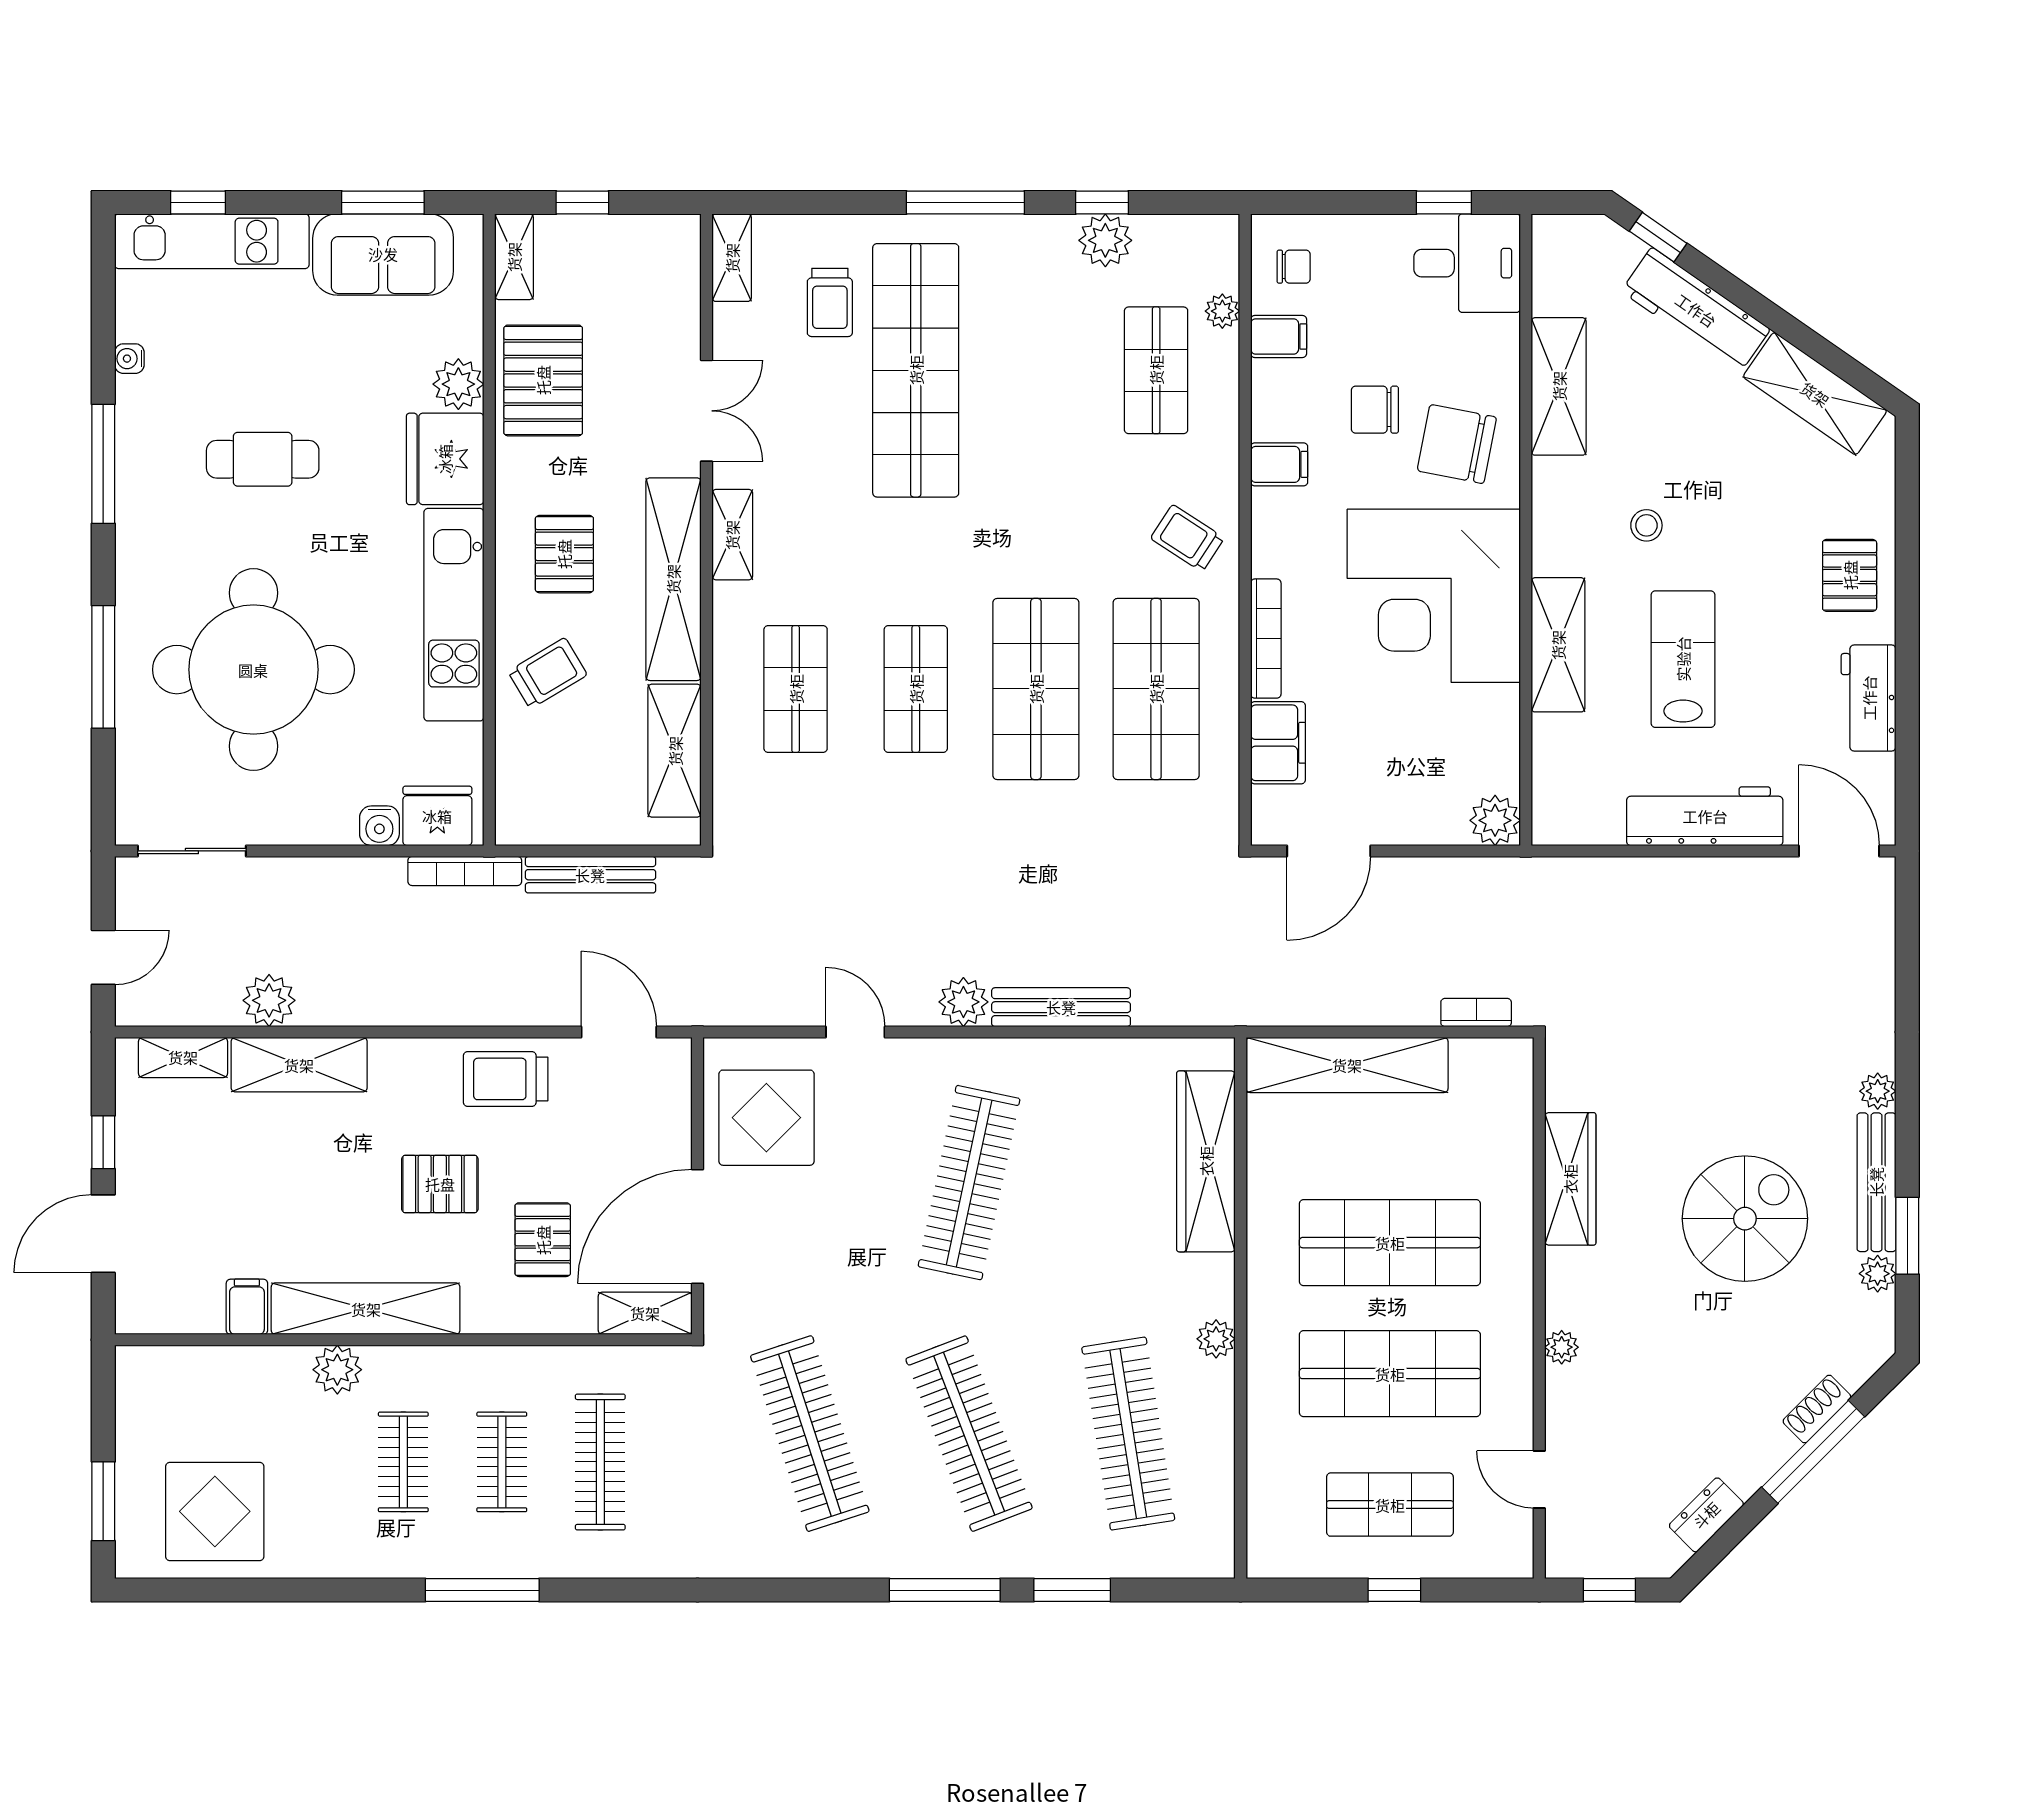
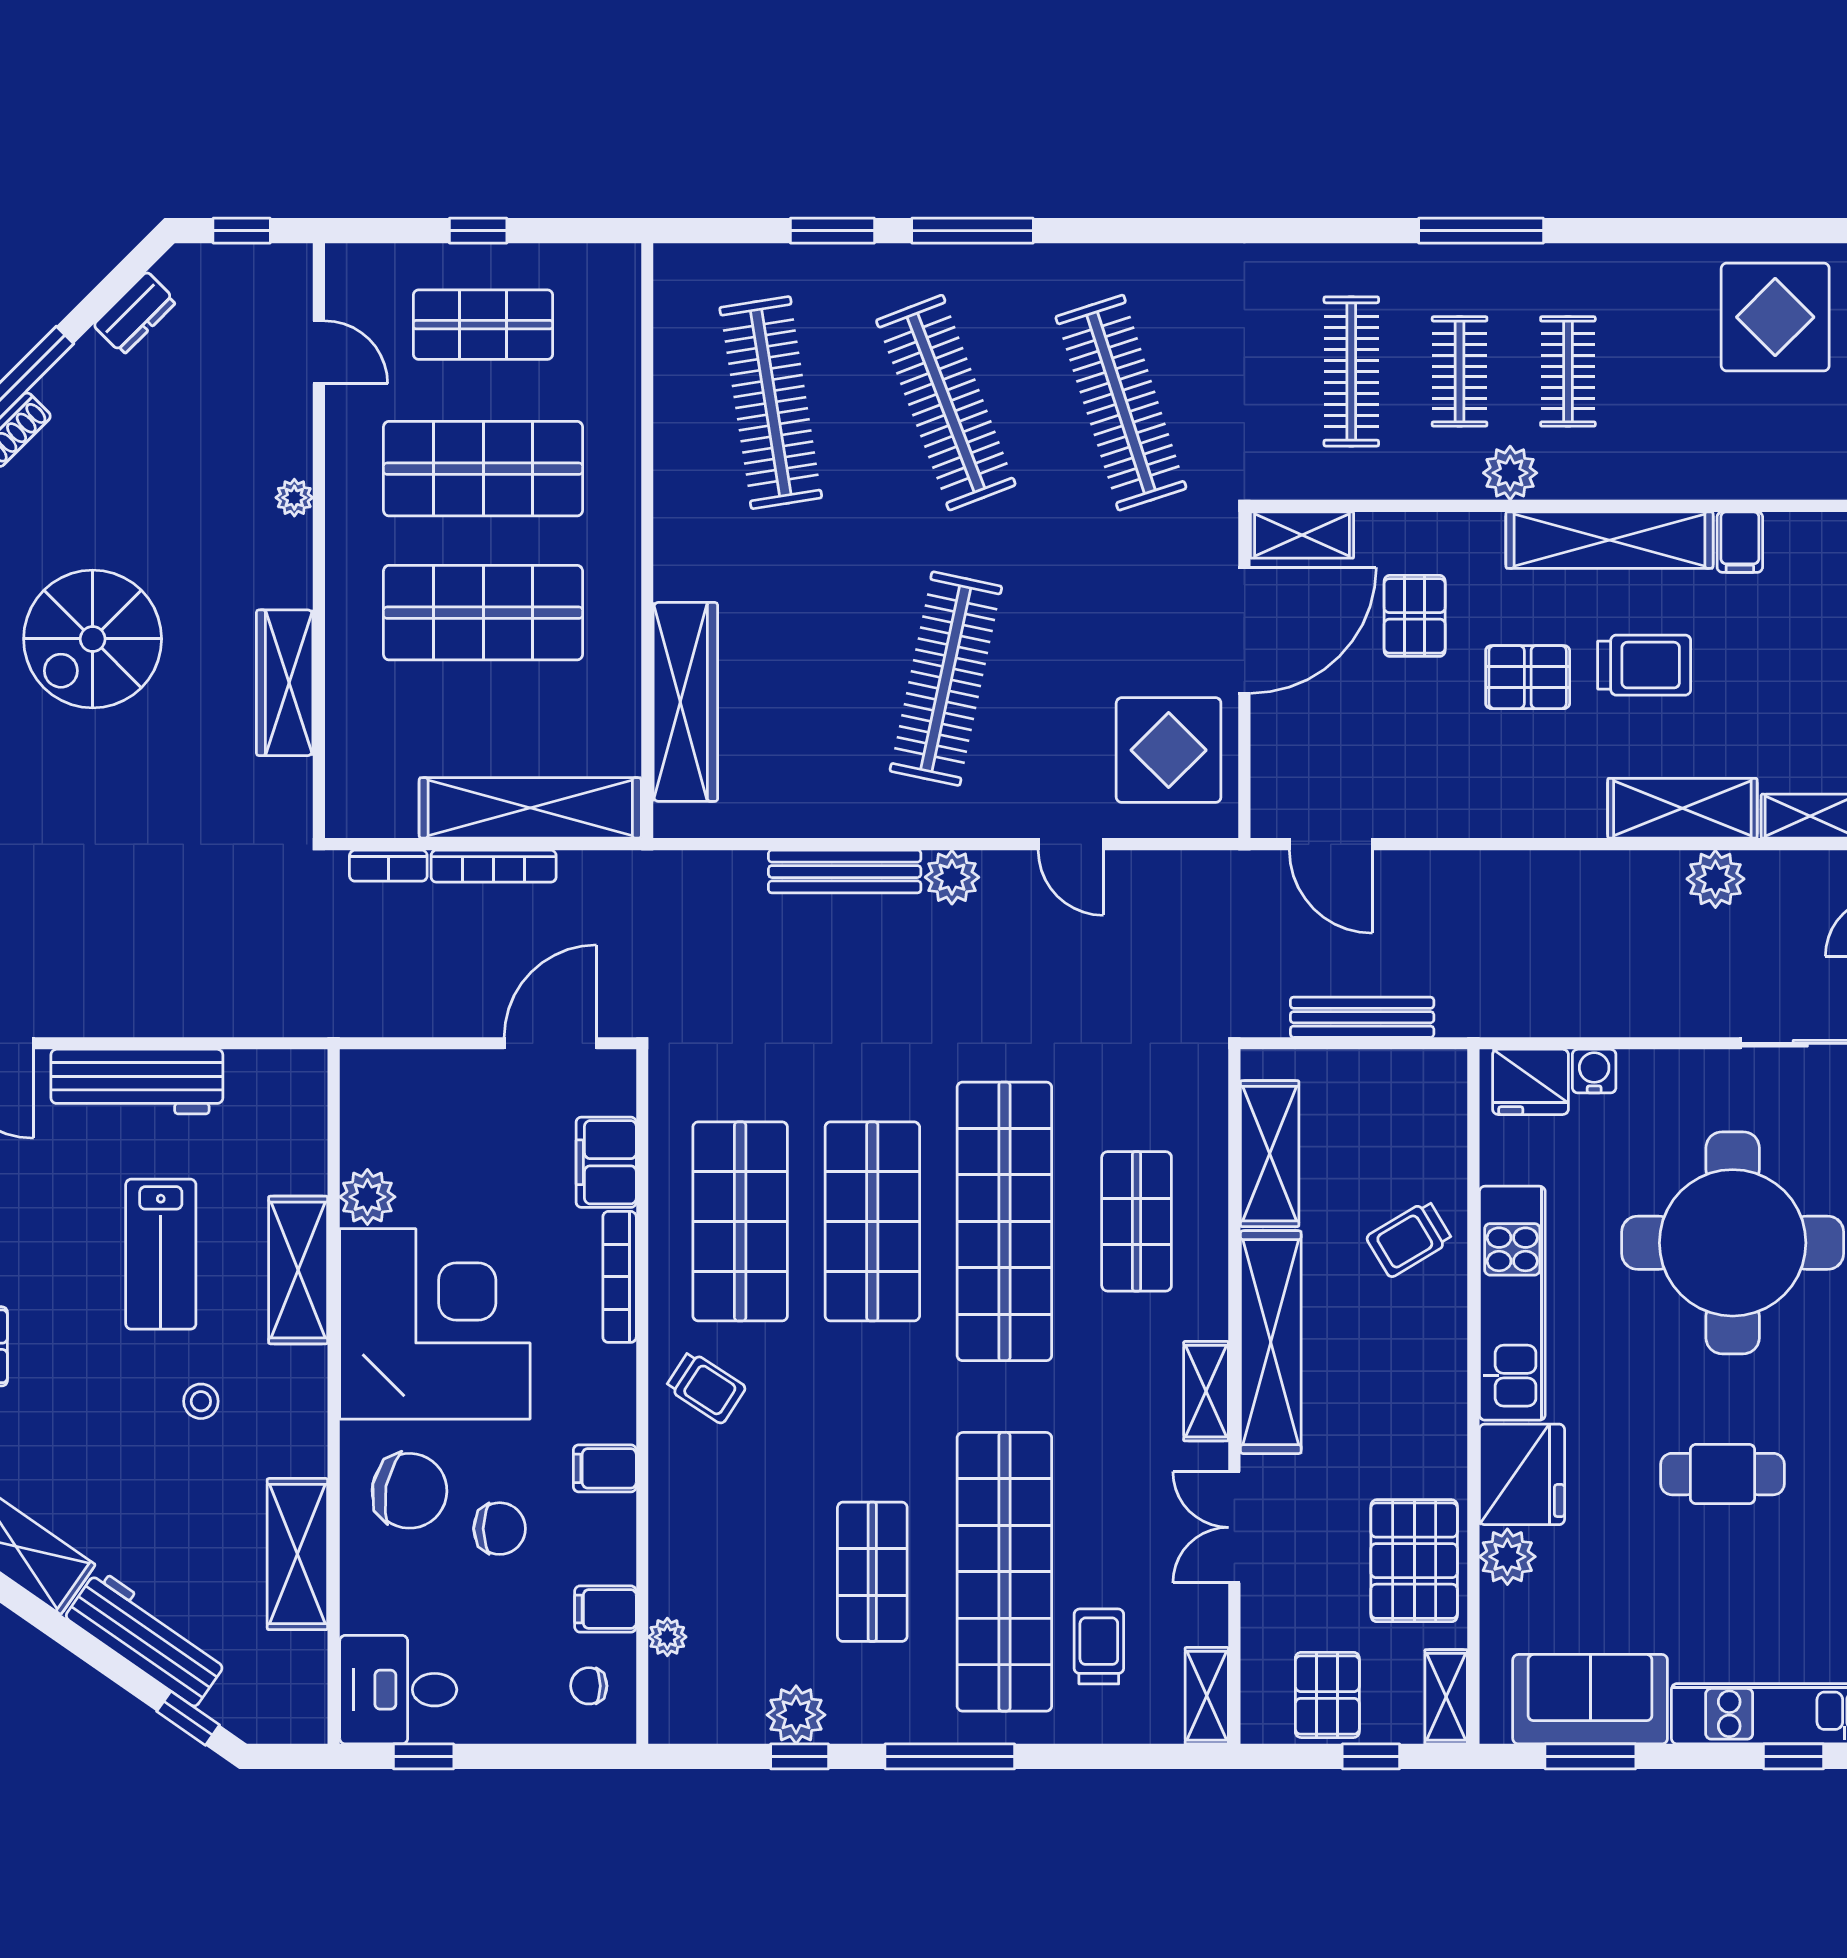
shop shelf: (1156, 370) -> (872, 1572), moved
pallet: (564, 554) -> (1327, 1695), moved
shop shelf: (916, 689) -> (1004, 1221), width x2.00, depth x1.36
plant: (1495, 820) -> (367, 1197), moved
bookcase: (465, 871) -> (494, 866), moved, turned 180
trolley: (506, 1079) -> (1644, 665), moved
plant: (1216, 1339) -> (674, 507), removed
plant: (337, 1370) -> (1510, 473), moved

